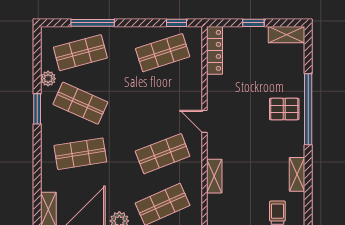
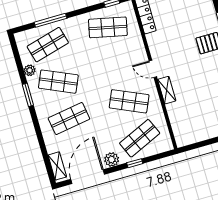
shop shelf: (163, 53) -> (108, 27), turned 30
shop shelf: (163, 154) -> (129, 101), turned 45
shelving: (214, 176) -> (167, 90), moved

